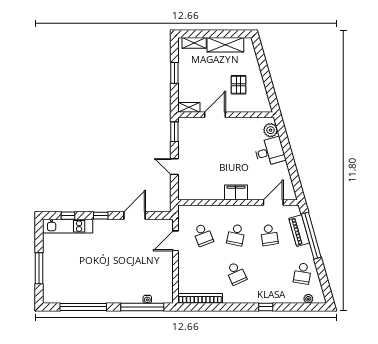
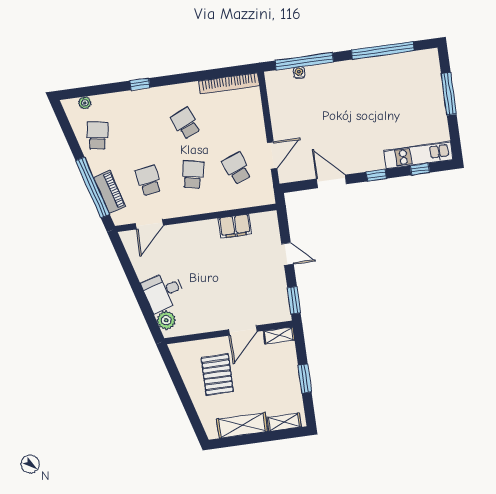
pallet: (238, 85) -> (217, 375), width x1.50, depth x1.42
filing cabinet: (236, 193) -> (235, 226), moved
door: (135, 216) -> (331, 181), swing flipped

